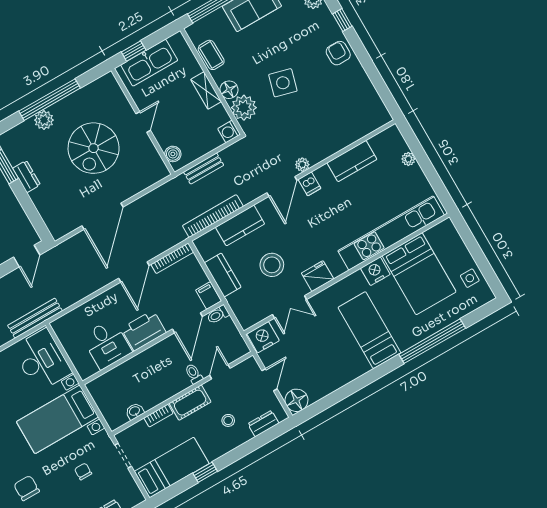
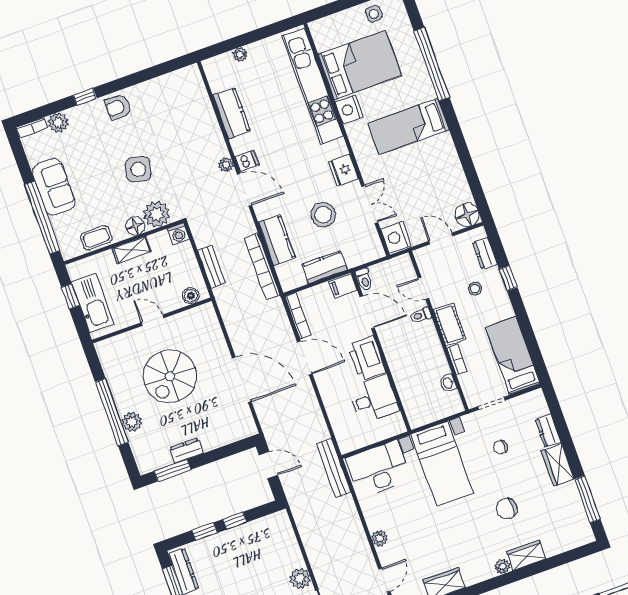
window: (134, 51) -> (70, 296), moved
spiral stairs: (94, 148) -> (170, 376), turned 90
window: (205, 472) -> (508, 278), moved

